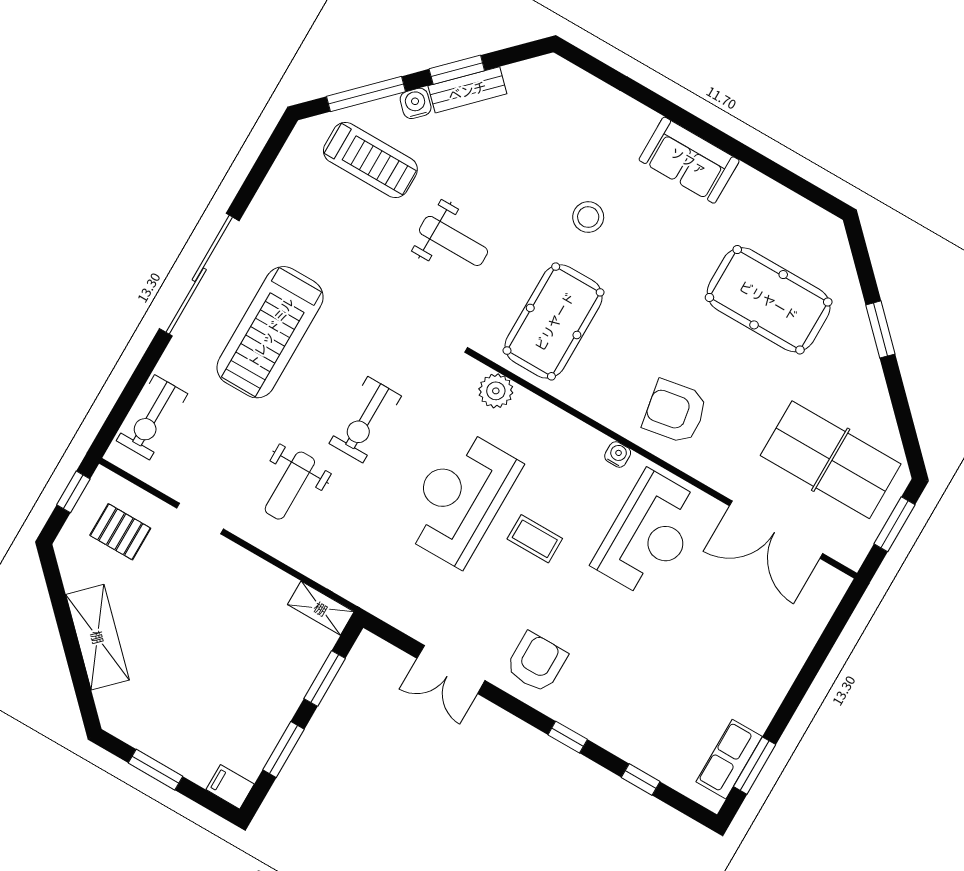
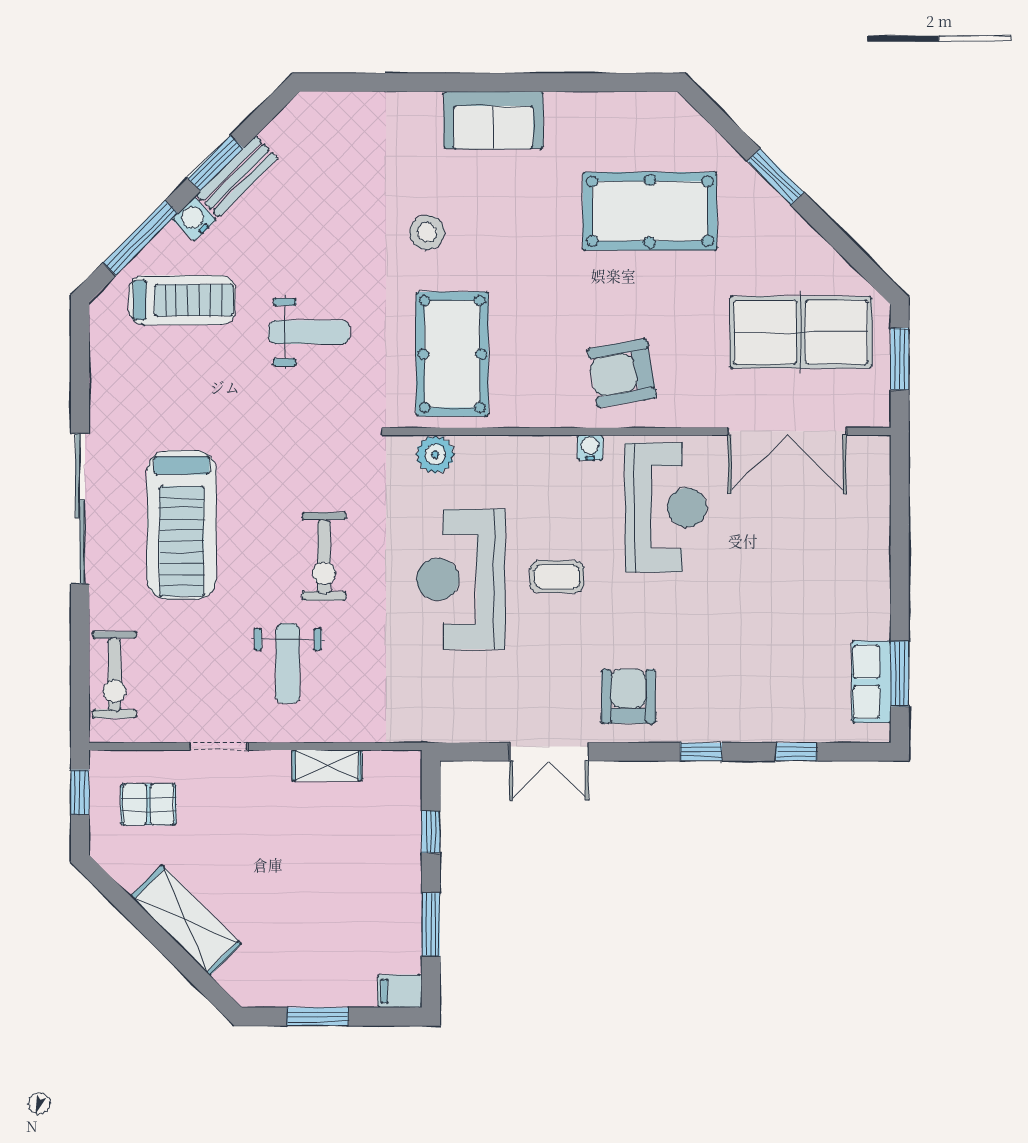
shelving: (321, 608) -> (327, 765), moved
window: (325, 679) -> (431, 832), width x0.67

